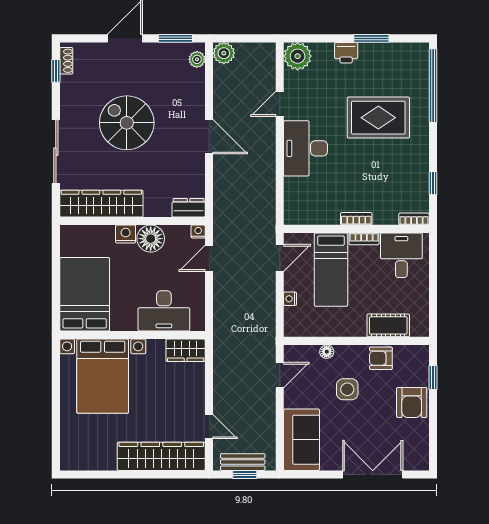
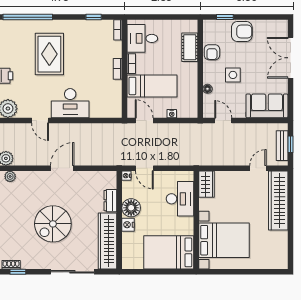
dresser: (189, 208) -> (110, 201), moved

